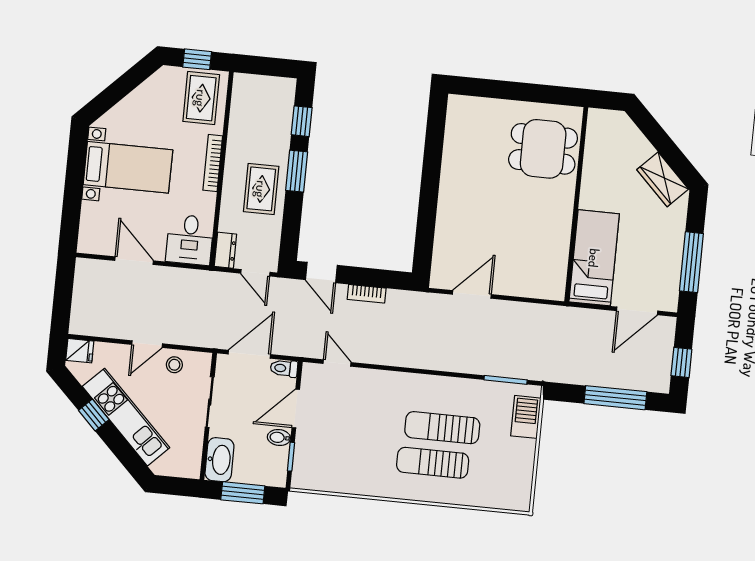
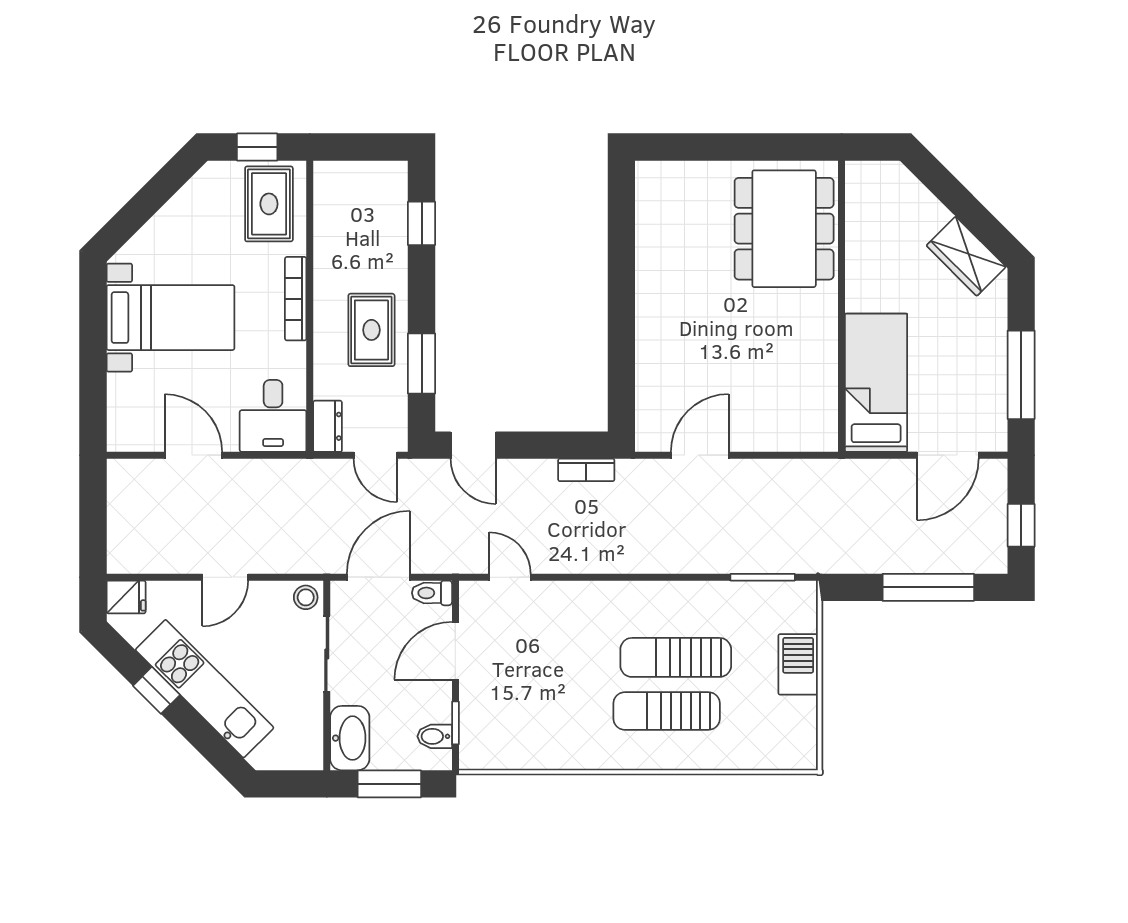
dining table: (543, 149) -> (784, 229), width x1.38
window: (297, 171) -> (422, 364), moved
bookcase: (367, 294) -> (586, 470), moved
stool: (174, 365) -> (306, 597), moved
barbecue: (526, 417) -> (798, 664), moved
bidet: (279, 437) -> (435, 736), moved

